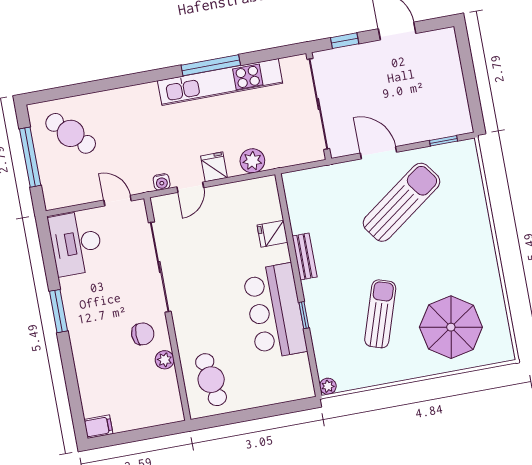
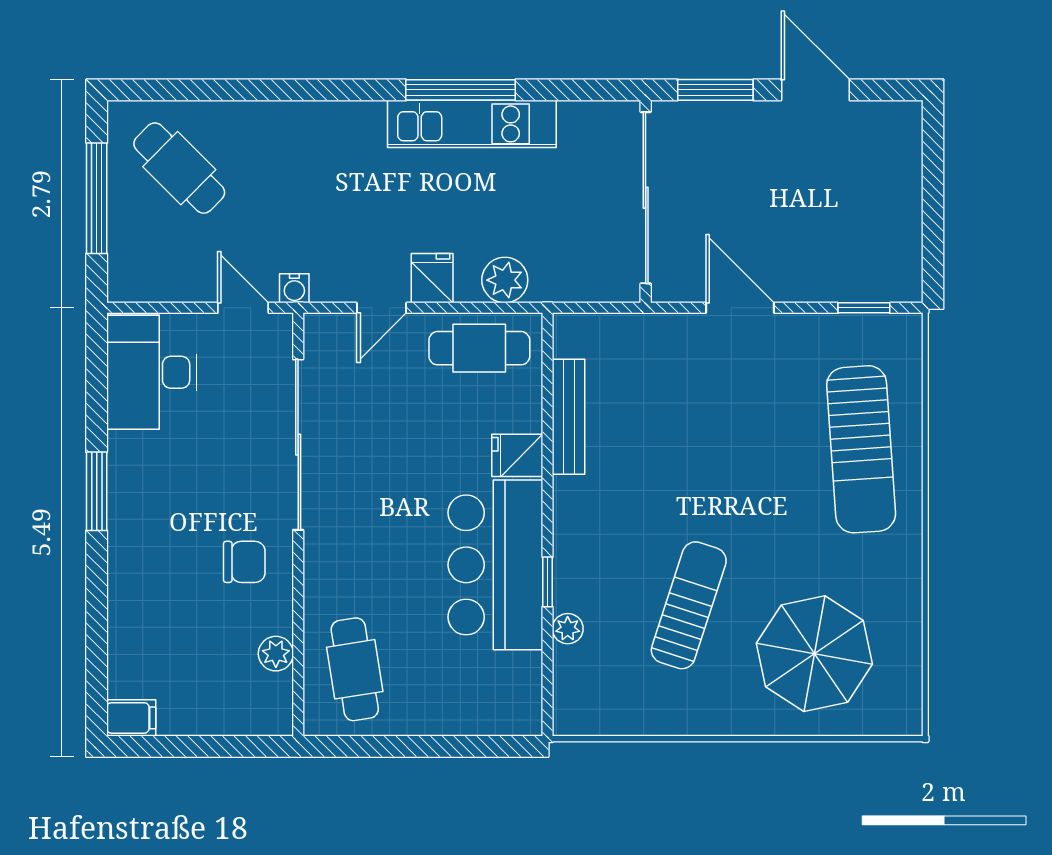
window: (345, 41) -> (715, 90), width x1.50
kitchen unit: (220, 82) -> (472, 124), width x0.73
water cooler: (162, 182) -> (294, 288), moved
cafe table: (246, 199) -> (479, 348), added
sun lounger: (401, 202) -> (861, 449), moved, turned 122
fridge: (272, 234) -> (517, 455), moved
bench: (304, 256) -> (569, 417), moved, width x1.36
plant: (165, 360) -> (276, 654), moved
plant: (328, 386) -> (568, 629), moved

